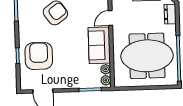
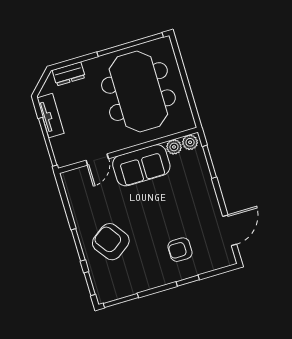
door: (110, 18) -> (97, 159), hinge flipped
armchair: (39, 56) -> (180, 250), width x0.53, depth x0.53

